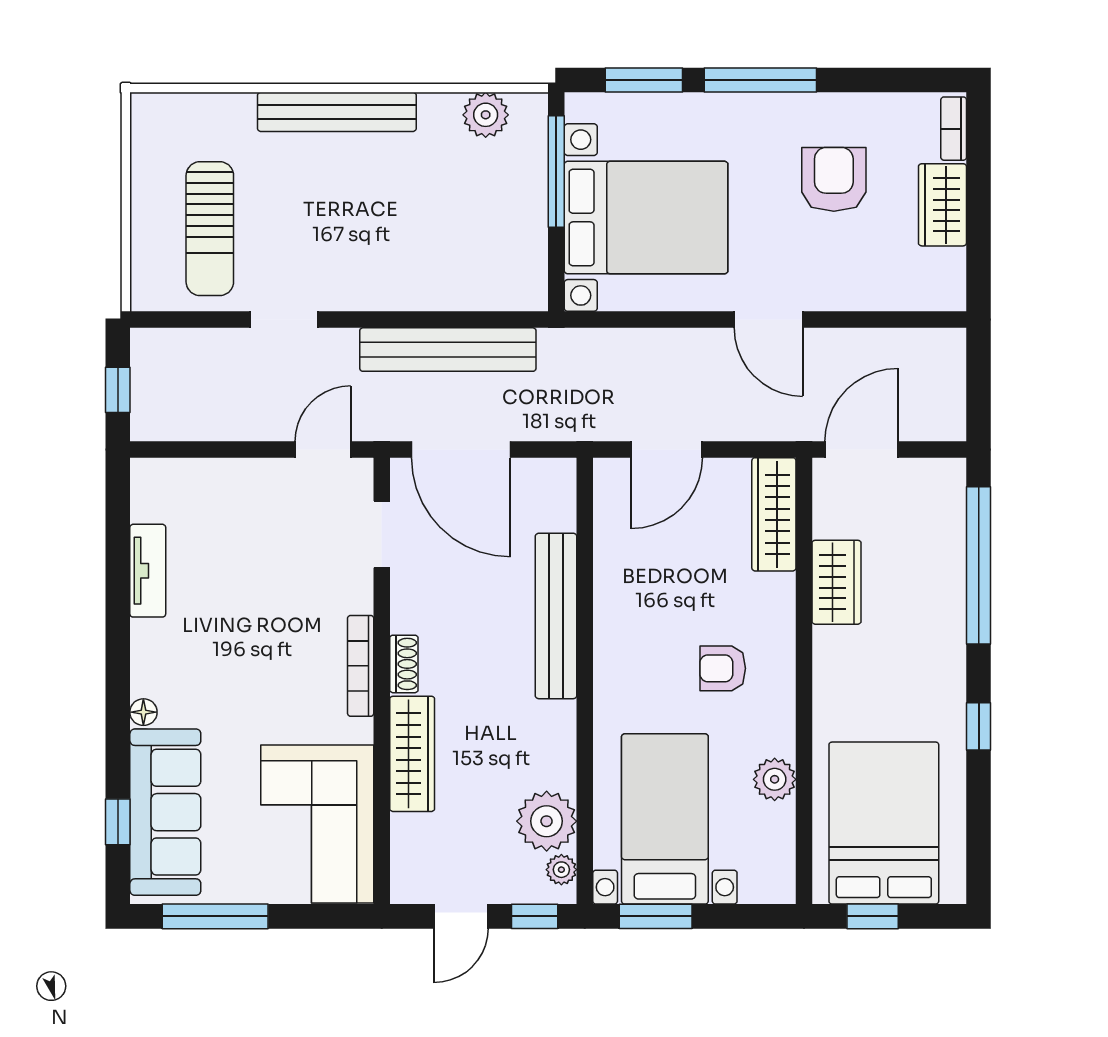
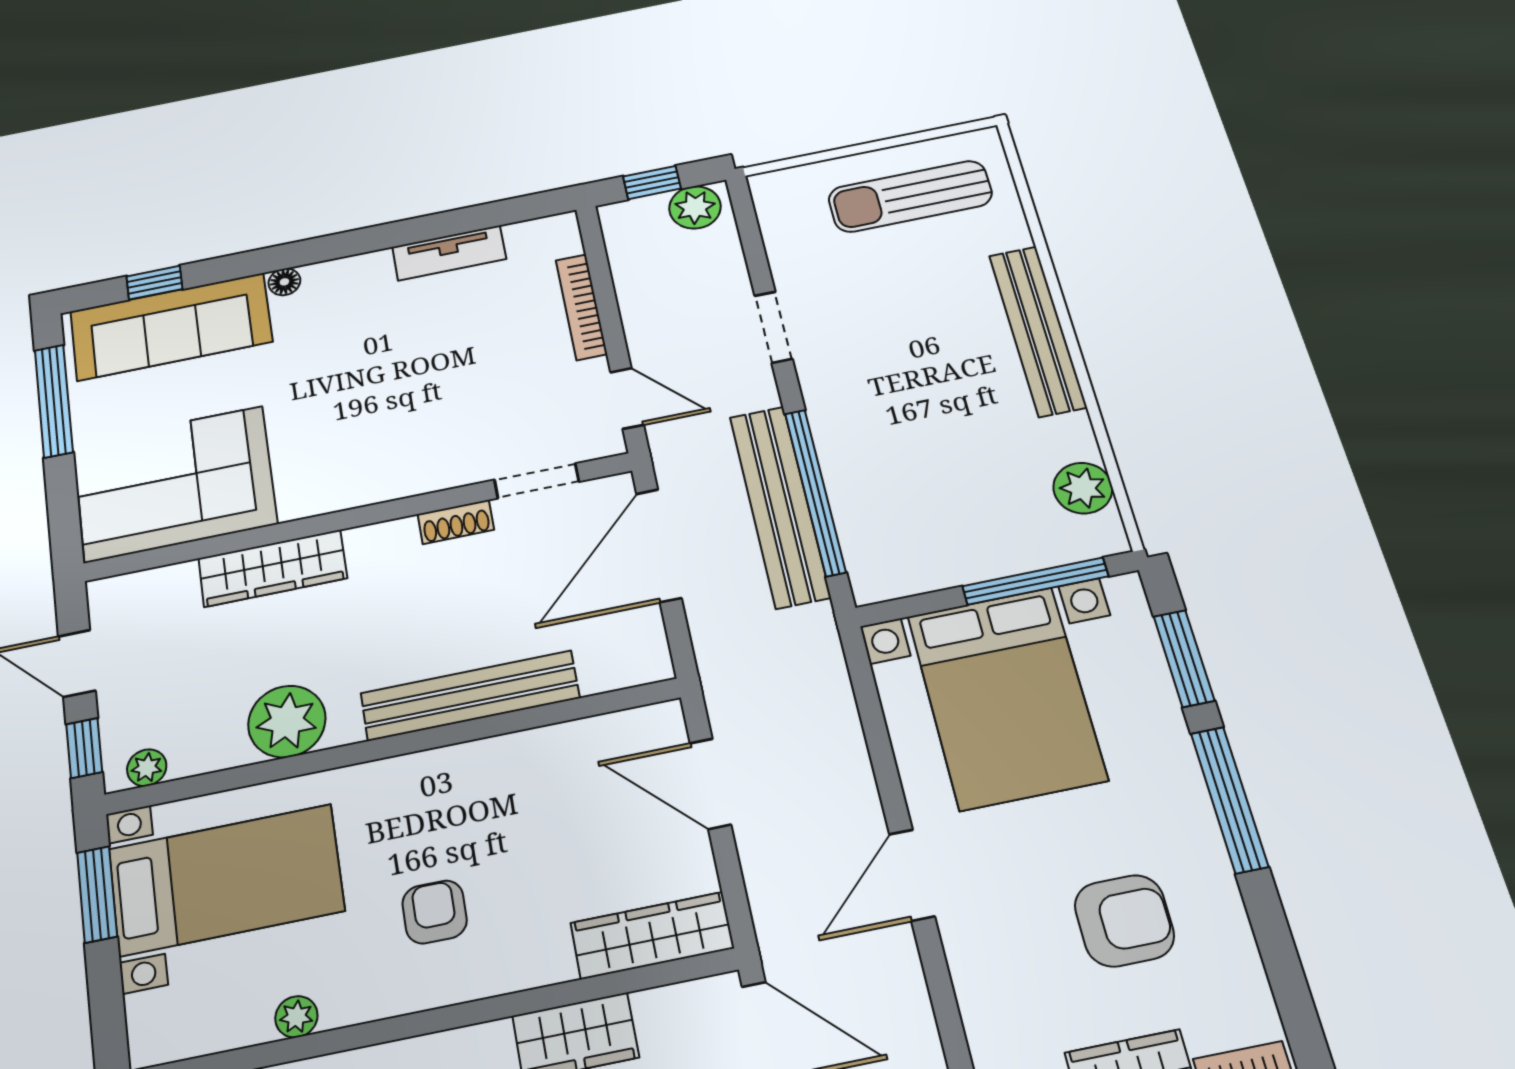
sun lounger: (210, 229) -> (910, 196), moved
window: (442, 320) -> (815, 492), added
plant: (152, 359) -> (695, 207), added
shoe rack: (404, 664) -> (456, 522), moved
bookcase: (361, 666) -> (581, 307), moved, turned -90
plant: (775, 779) -> (296, 1017), width x0.73, depth x0.73
plant: (547, 821) -> (287, 721), moved

